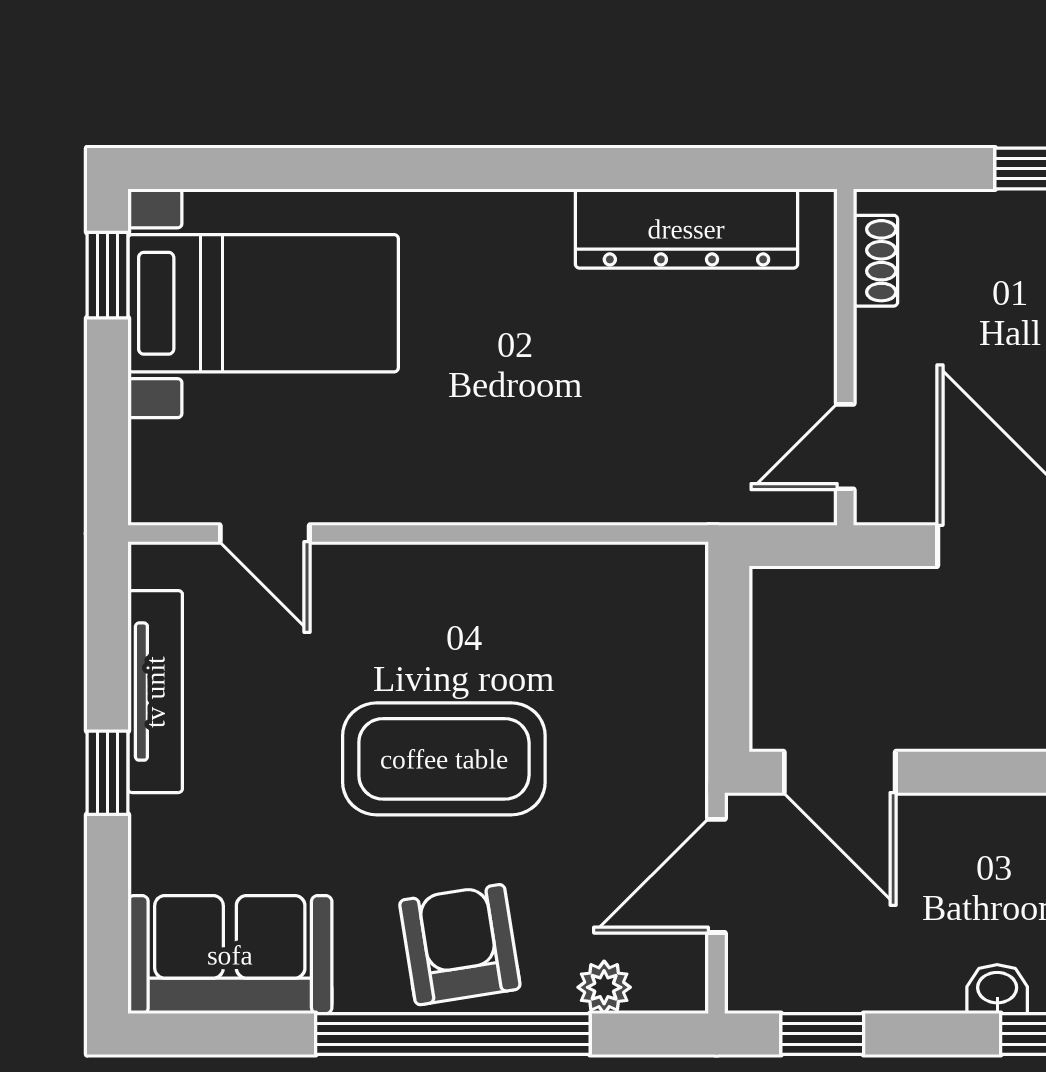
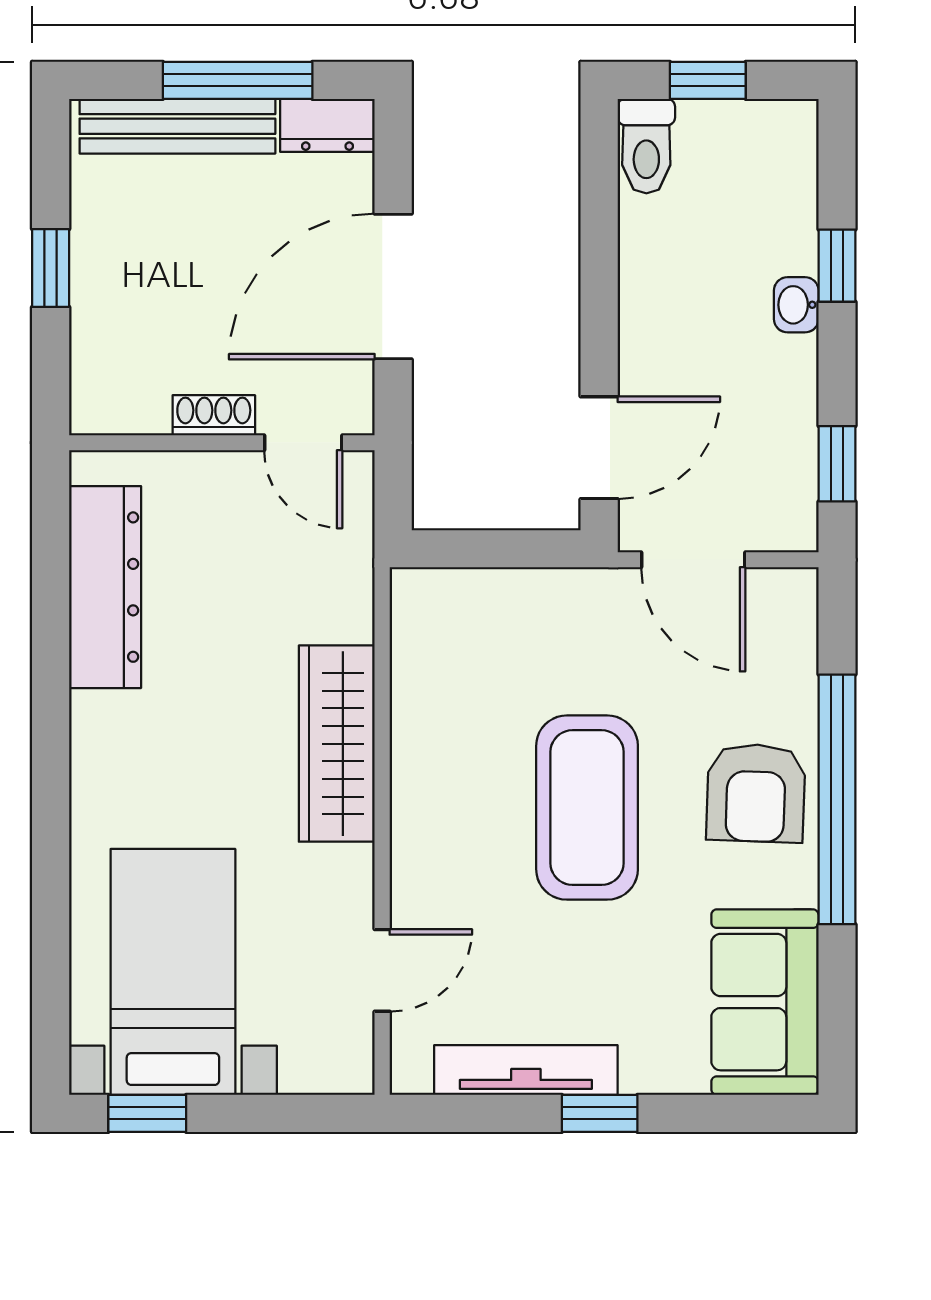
shoe rack: (876, 261) -> (214, 415), moved
wardrobe: (514, 484) -> (337, 744), added
armchair: (460, 945) -> (756, 793), turned -79
plant: (604, 987) -> (795, 662), removed

